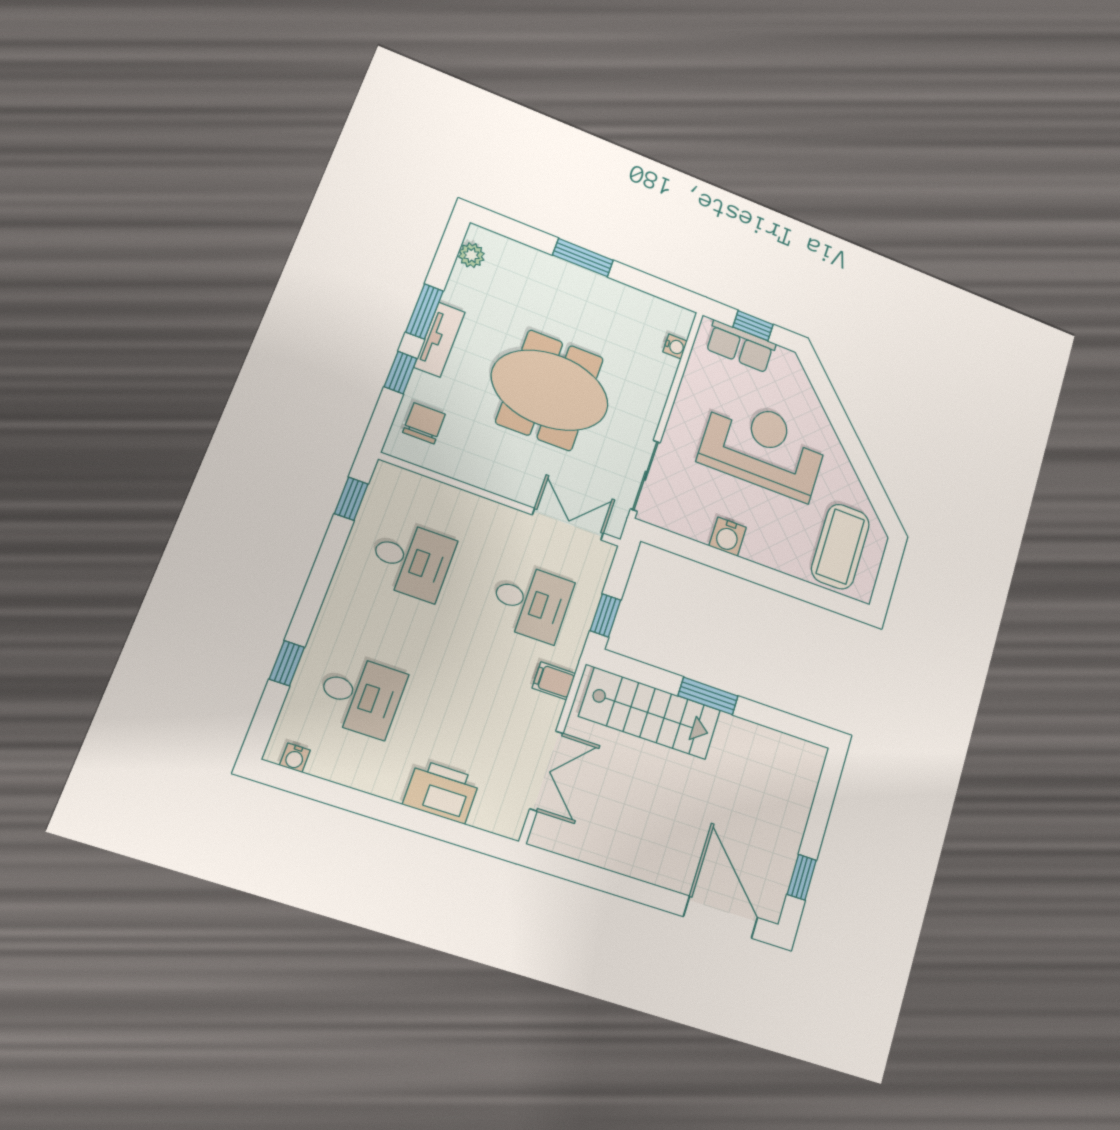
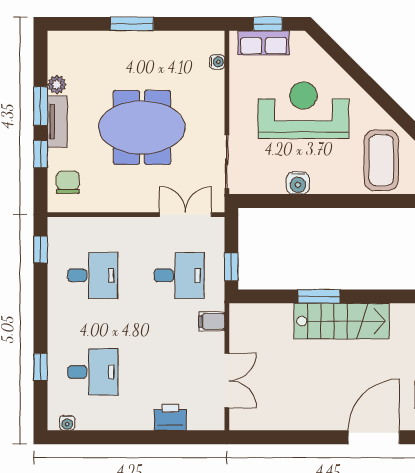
plant: (471, 255) -> (57, 85), moved
stairs: (650, 713) -> (342, 321), moved
printer: (441, 792) -> (170, 417), width x0.73, depth x0.84
door: (721, 917) -> (374, 437), hinge flipped

